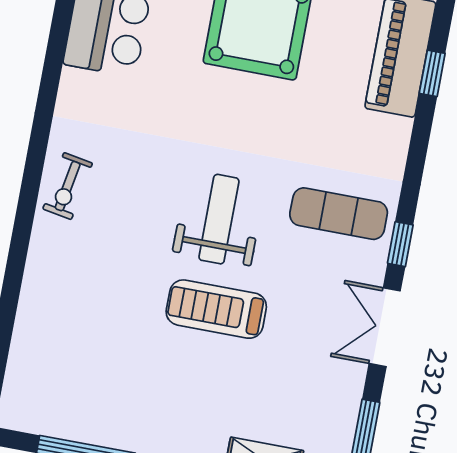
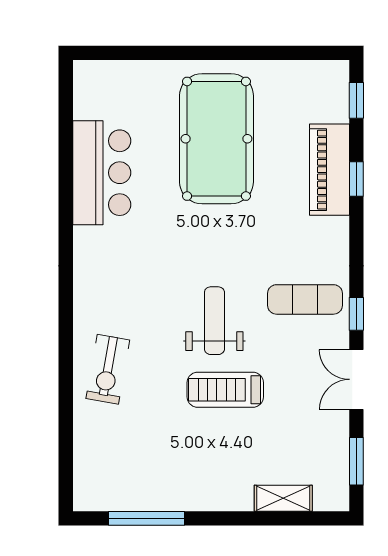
exercise bike: (68, 186) -> (108, 369), moved, width x1.38, depth x1.39

